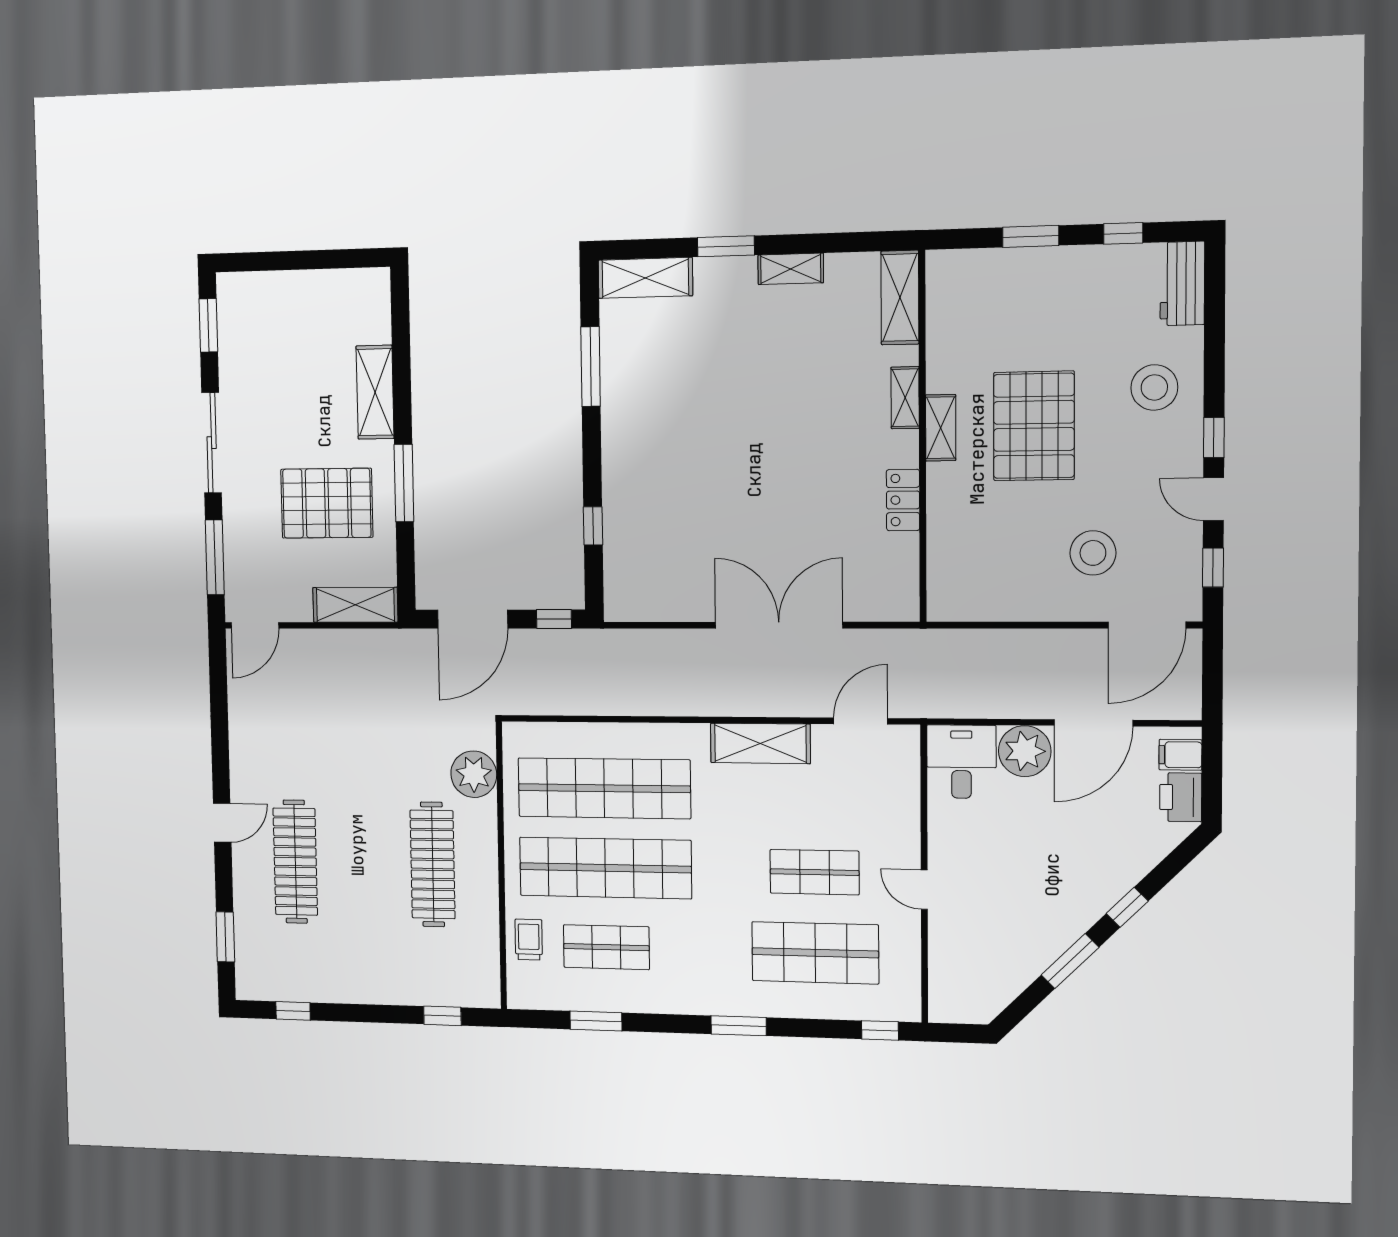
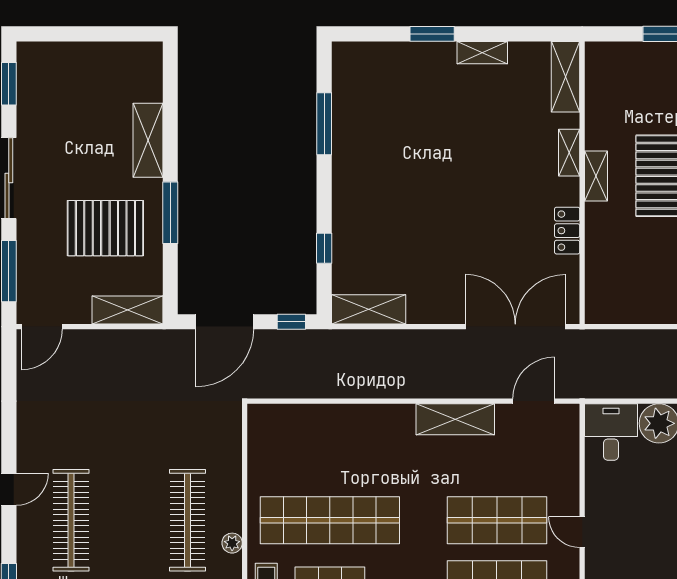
shelving: (645, 278) -> (369, 309), moved
double door: (779, 625) -> (515, 327), moved
plant: (474, 774) -> (232, 543), moved, width x0.53, depth x0.53
shop shelf: (604, 788) -> (330, 456), removed
shop shelf: (815, 872) -> (497, 520), width x1.43, depth x1.36

